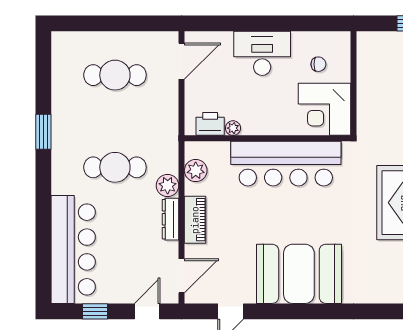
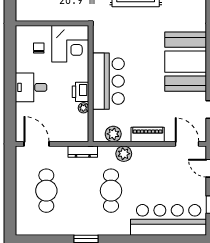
desk: (262, 53) -> (31, 87), width x0.73
printer: (210, 124) -> (81, 92), moved
bar counter: (286, 164) -> (108, 81), width x0.73
dresser: (170, 219) -> (83, 152), moved

